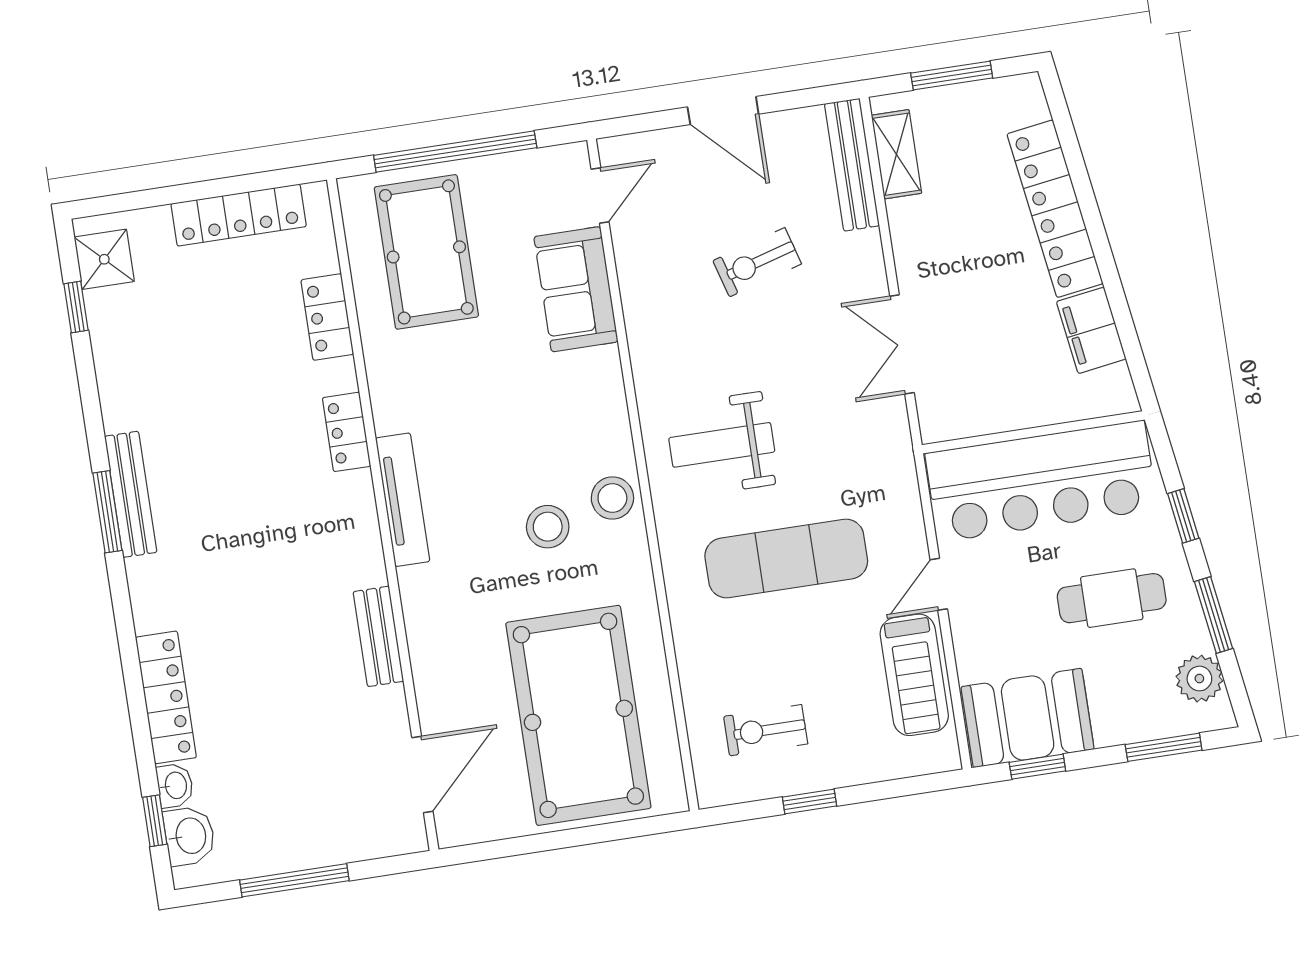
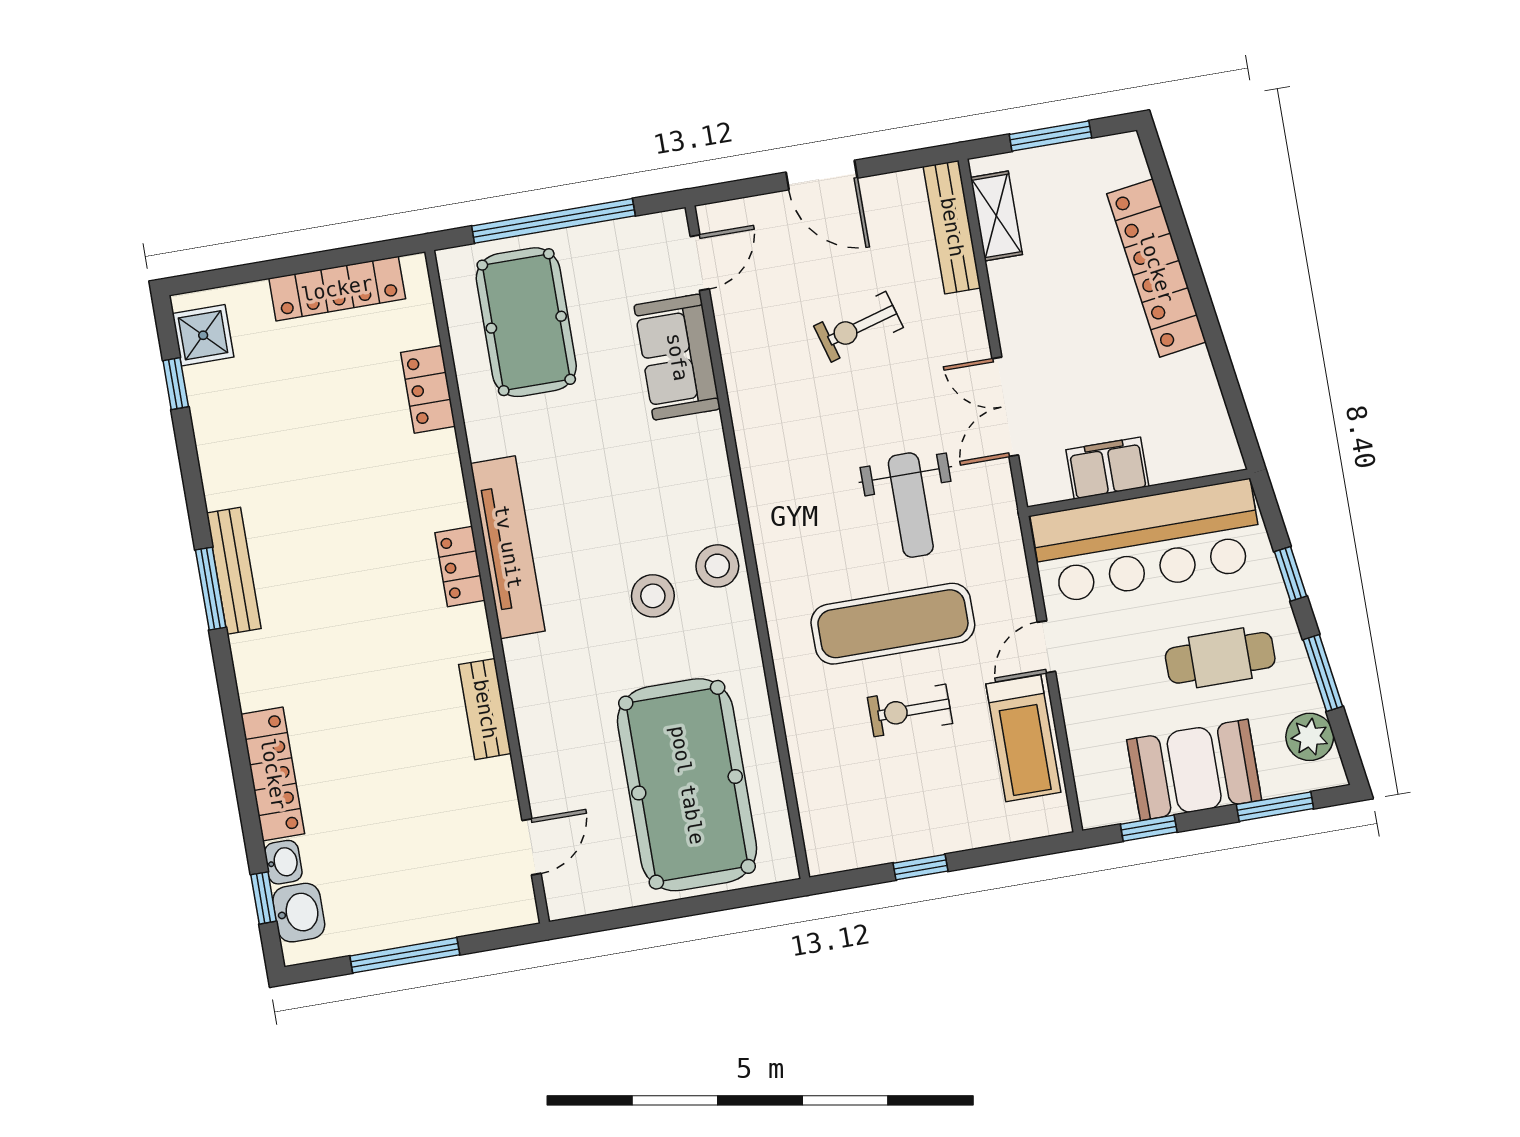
filing cabinet: (1091, 330) -> (1107, 468), moved, turned 98
locker: (347, 432) -> (460, 567), moved
weight bench: (722, 445) -> (911, 505), moved, turned -90
tv unit: (403, 500) -> (508, 547), width x1.36, depth x1.29
booth: (1028, 718) -> (1194, 770), moved
exercise bike: (766, 730) -> (910, 710), moved
door: (422, 774) -> (532, 847), width x0.73

